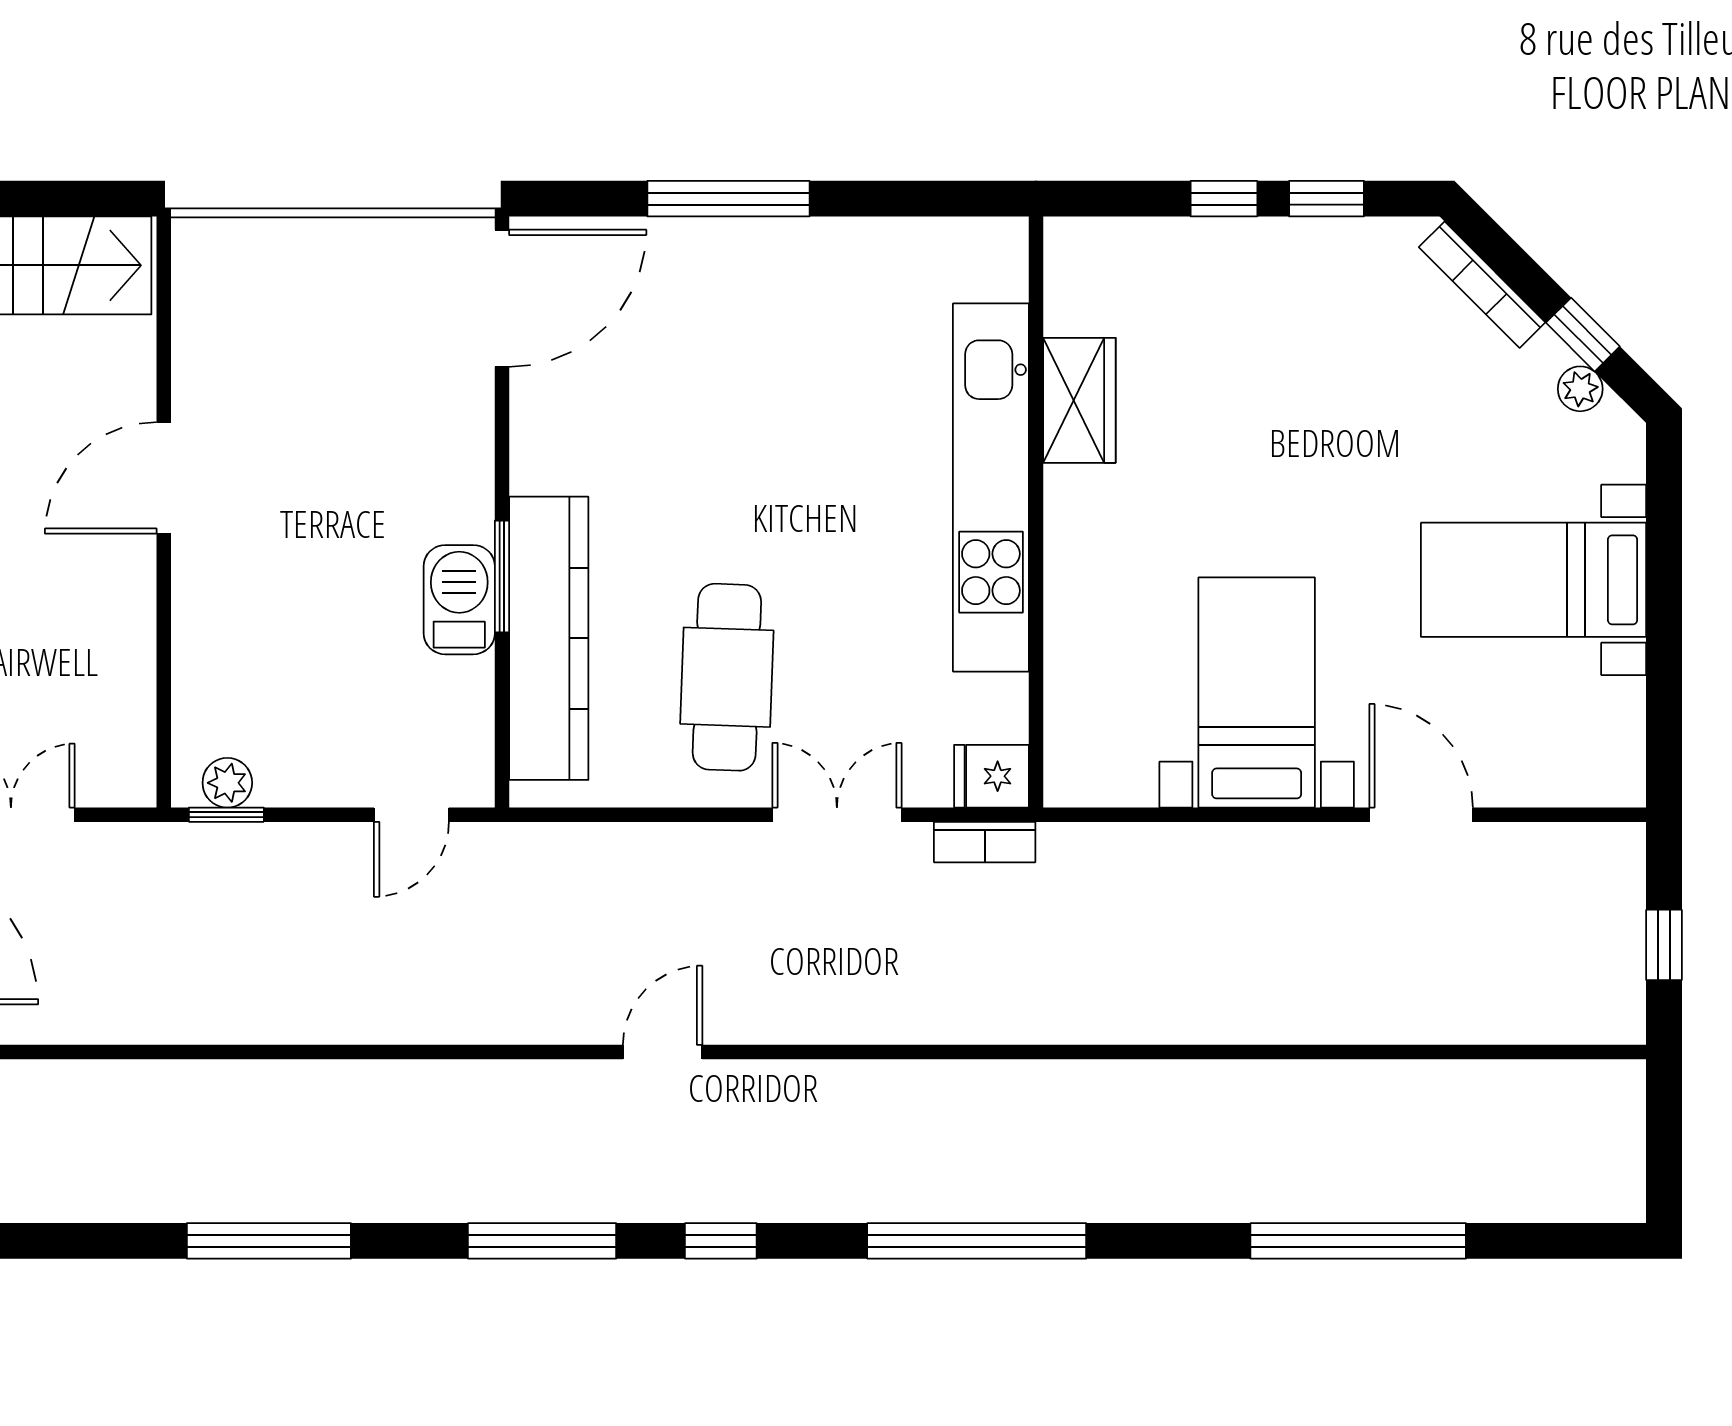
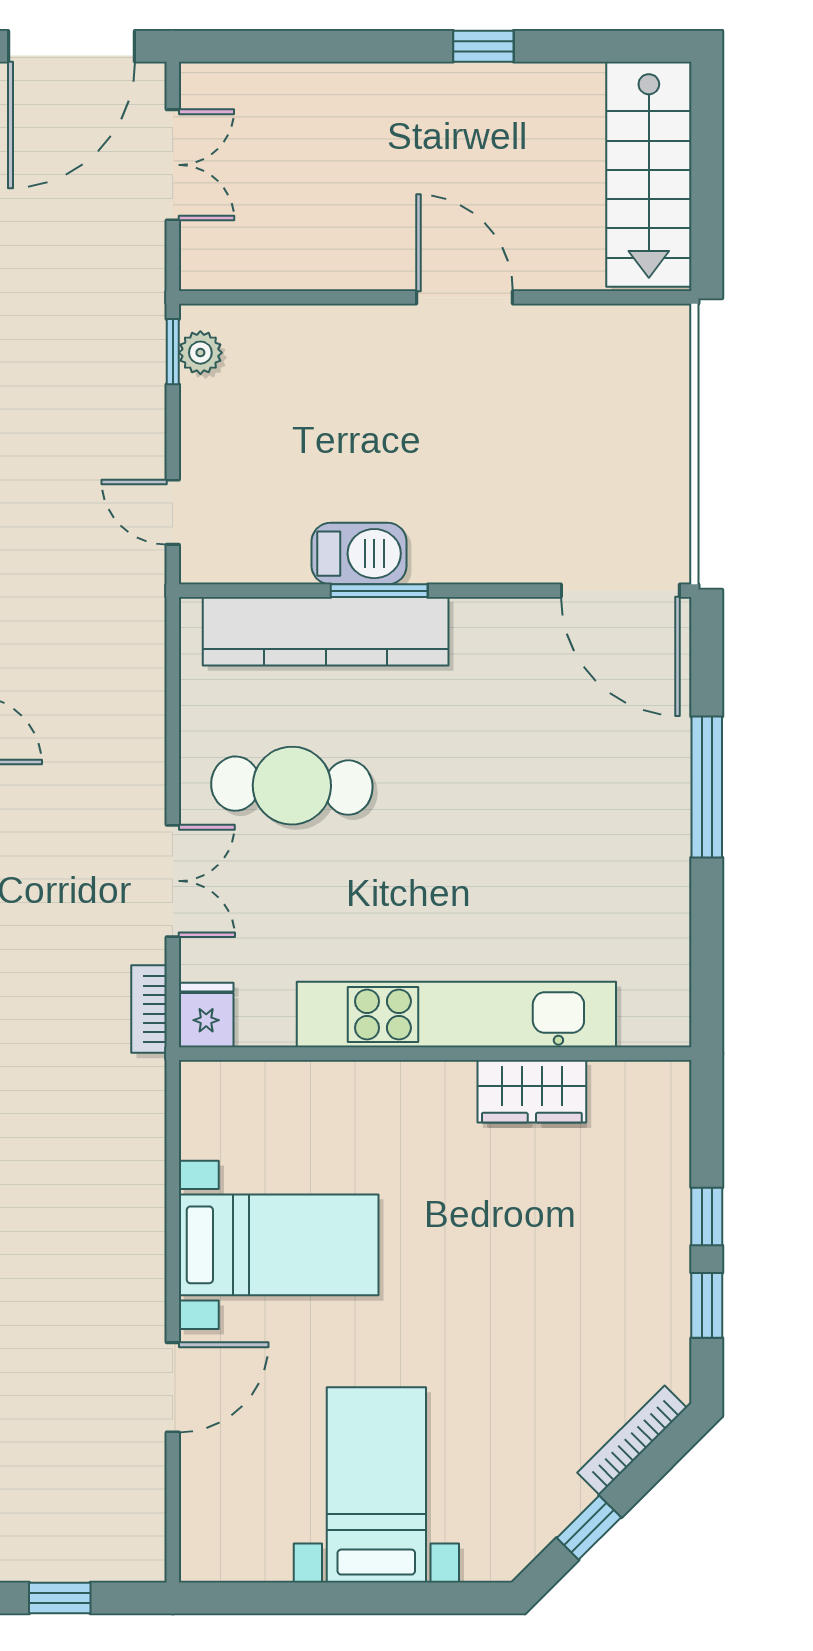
plant: (1580, 389) -> (542, 1525), removed

